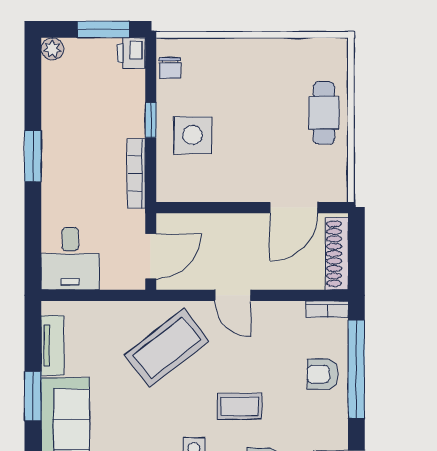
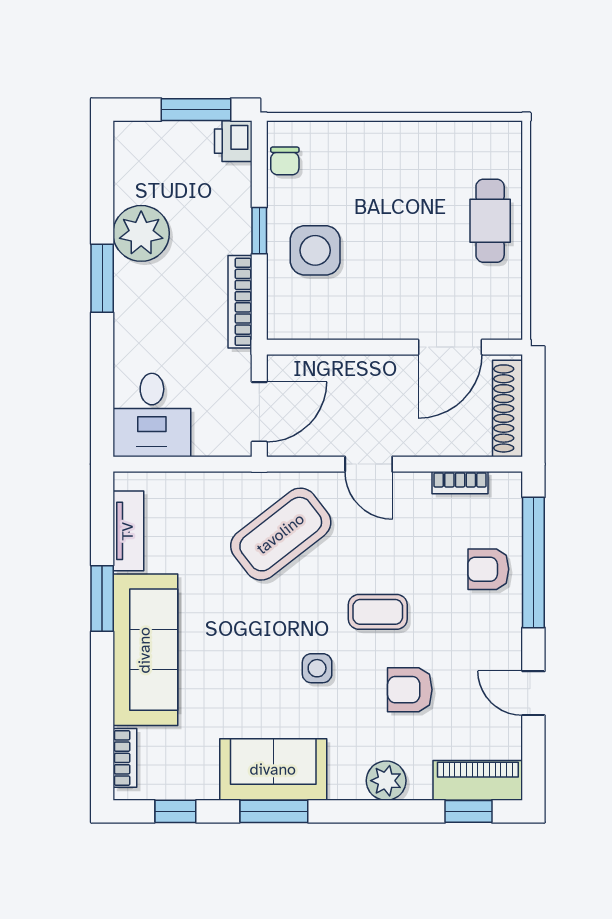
plant: (52, 49) -> (141, 233), moved, width x1.87, depth x1.87
bookcase: (327, 309) -> (460, 483), moved

